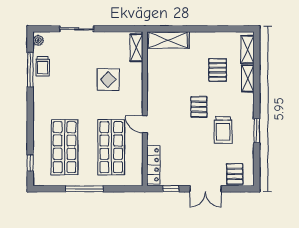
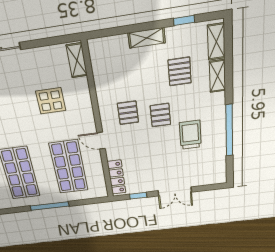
window: (224, 29) -> (184, 20), added
shelving: (168, 40) -> (147, 38), moved, width x0.67, depth x0.75
trolley: (223, 130) -> (190, 135), turned 180
window: (257, 131) -> (229, 131), width x2.11
pallet: (235, 174) -> (128, 113), moved

